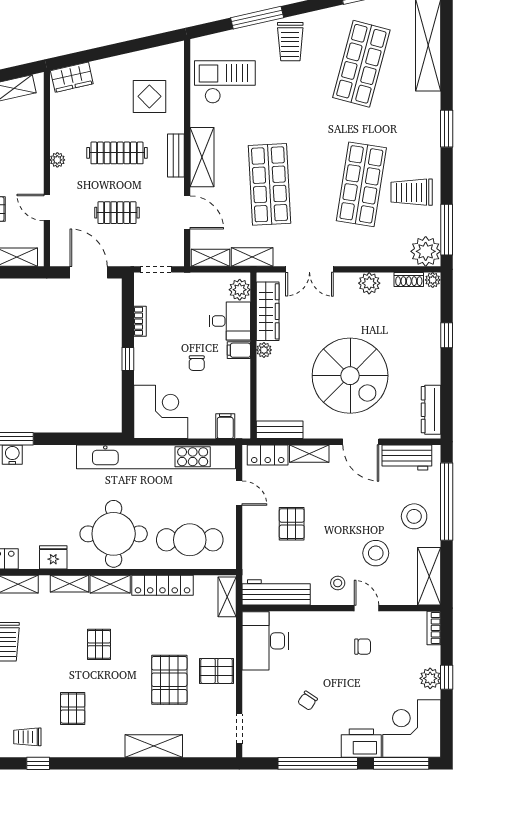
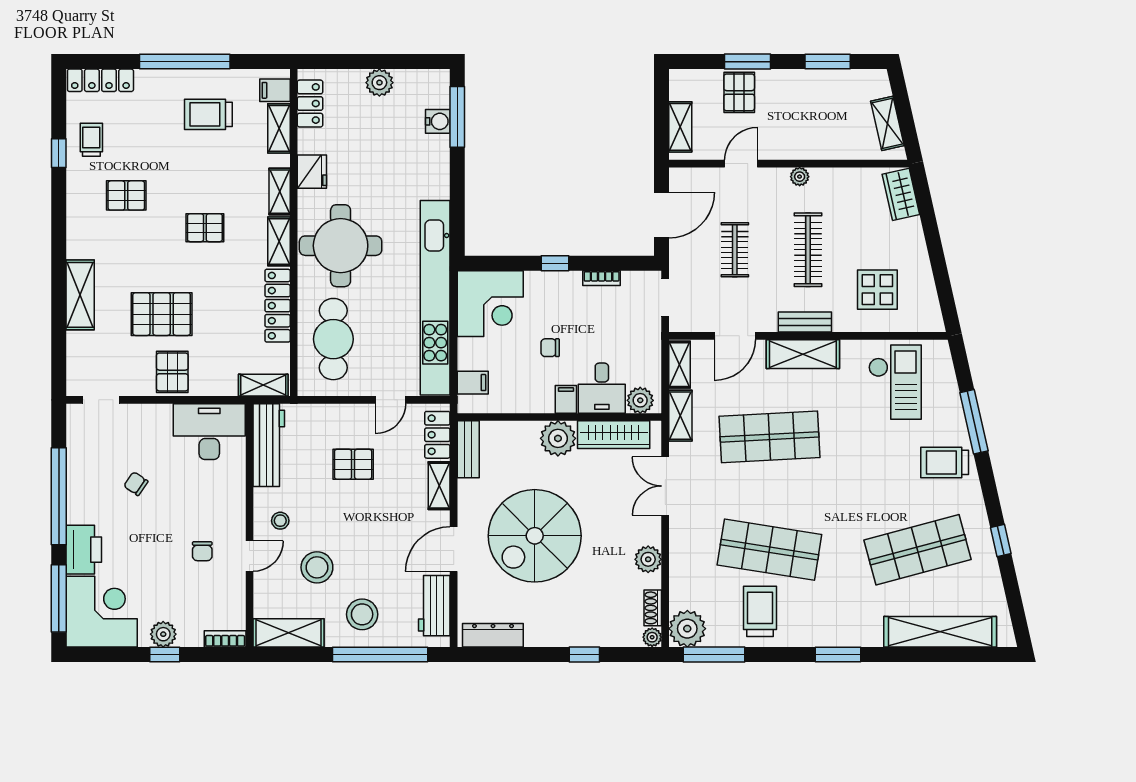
shop shelf: (361, 64) -> (918, 550), turned -30
plant: (264, 350) -> (558, 438), width x1.87, depth x1.87

